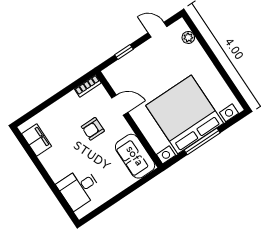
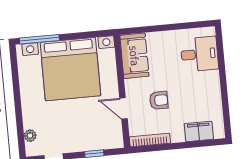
bookcase: (88, 86) -> (150, 140), width x1.56
filing cabinet: (37, 140) -> (199, 131), moved, turned 90
window: (202, 141) -> (39, 39), moved

